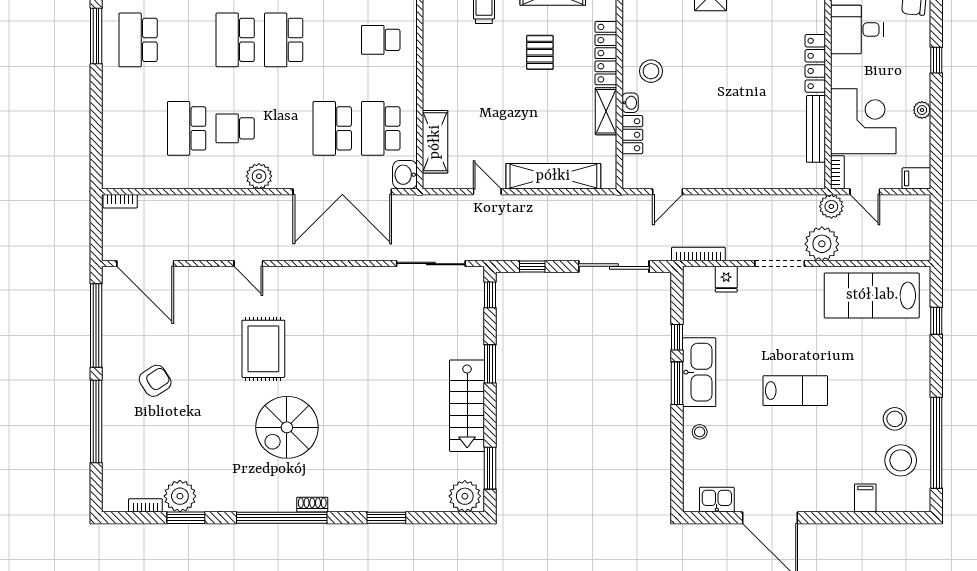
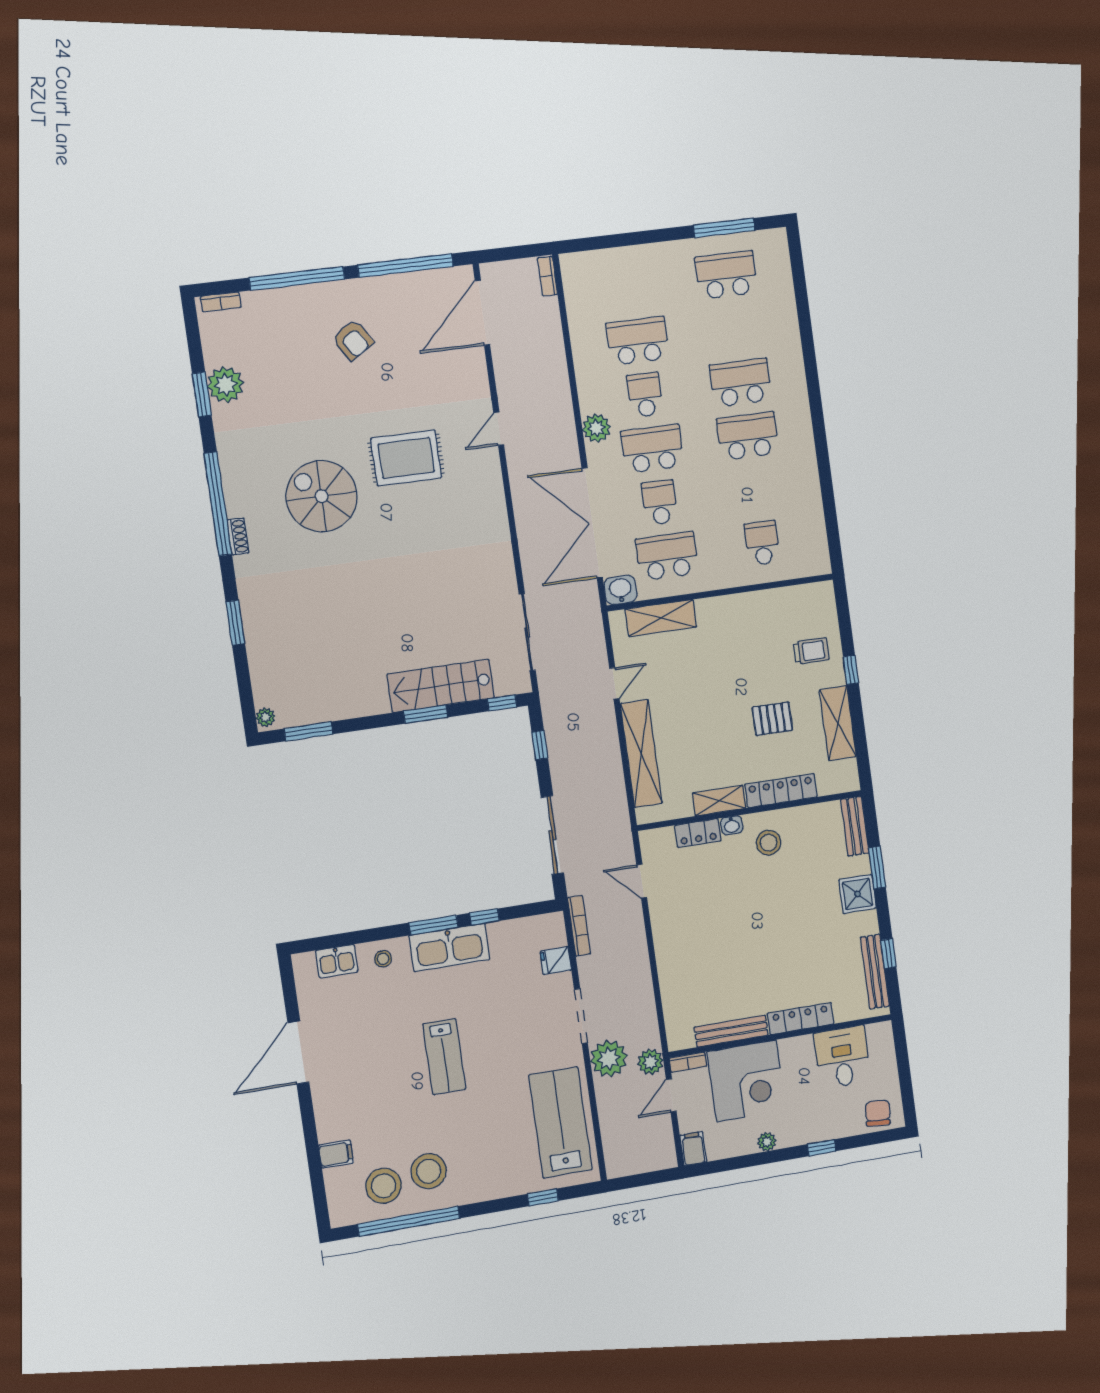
school desk: (284, 128) -> (652, 449), added
school desk: (332, 128) -> (660, 502), width x0.54
stairs: (467, 406) -> (441, 686), moved
stool: (895, 419) -> (429, 1171), width x1.38, depth x1.38
plant: (465, 496) -> (266, 717), width x0.53, depth x0.53
kitchen sink: (717, 500) -> (337, 961), moved, turned 90
bookcase: (145, 505) -> (221, 302), moved, turned 90

